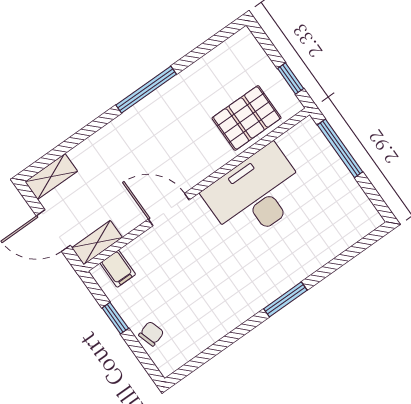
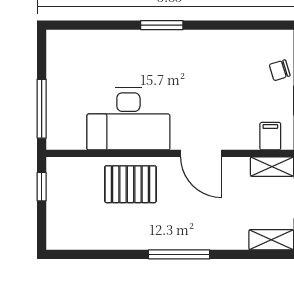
window: (146, 90) -> (179, 254), moved
pallet: (247, 118) -> (130, 184), moved

